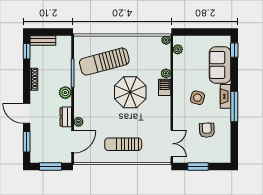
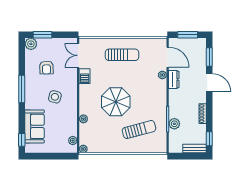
sun lounger: (104, 62) -> (139, 130), width x0.73, depth x0.75
barbecue: (165, 87) -> (85, 76), moved
plant: (65, 93) -> (174, 124), moved
fireplace: (226, 96) -> (30, 98), removed
door: (73, 142) -> (168, 57), swing flipped
plant: (224, 156) -> (31, 44), added
window: (198, 167) -> (42, 35), moved

